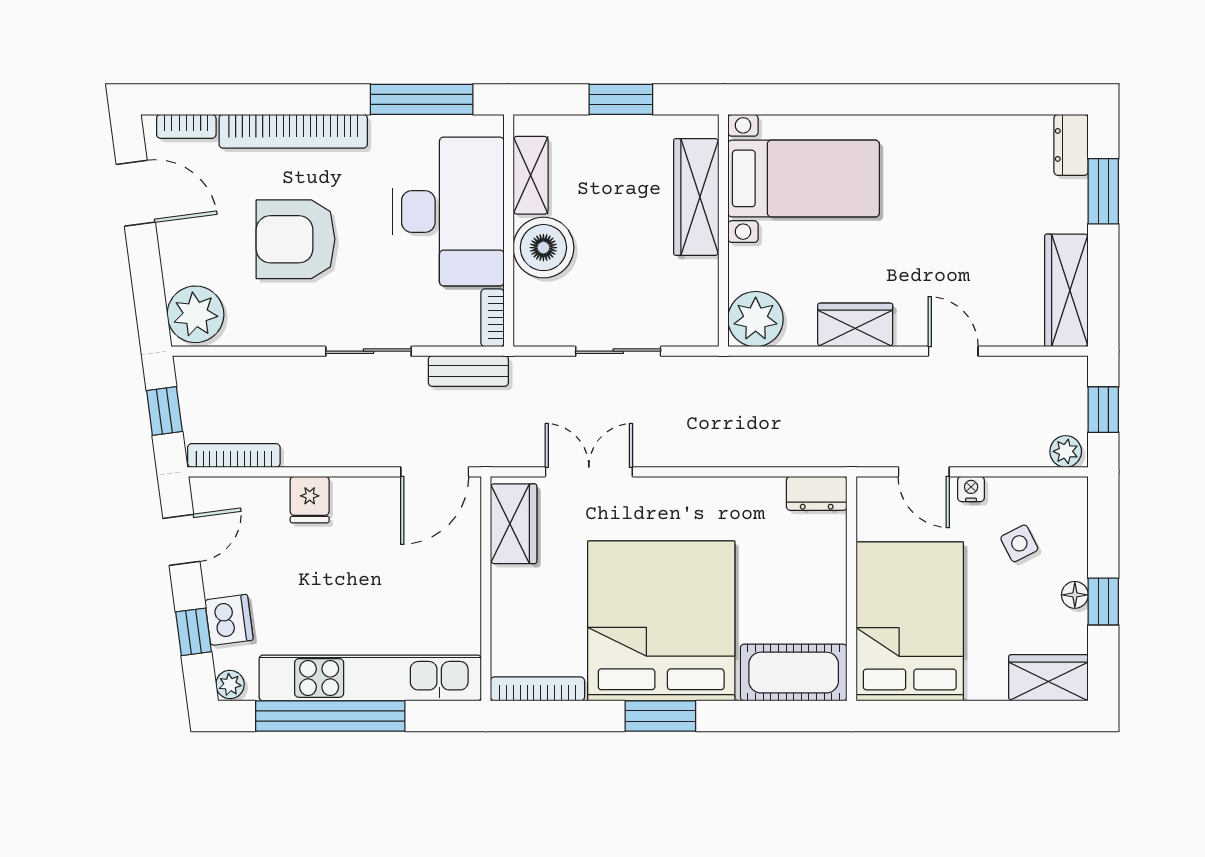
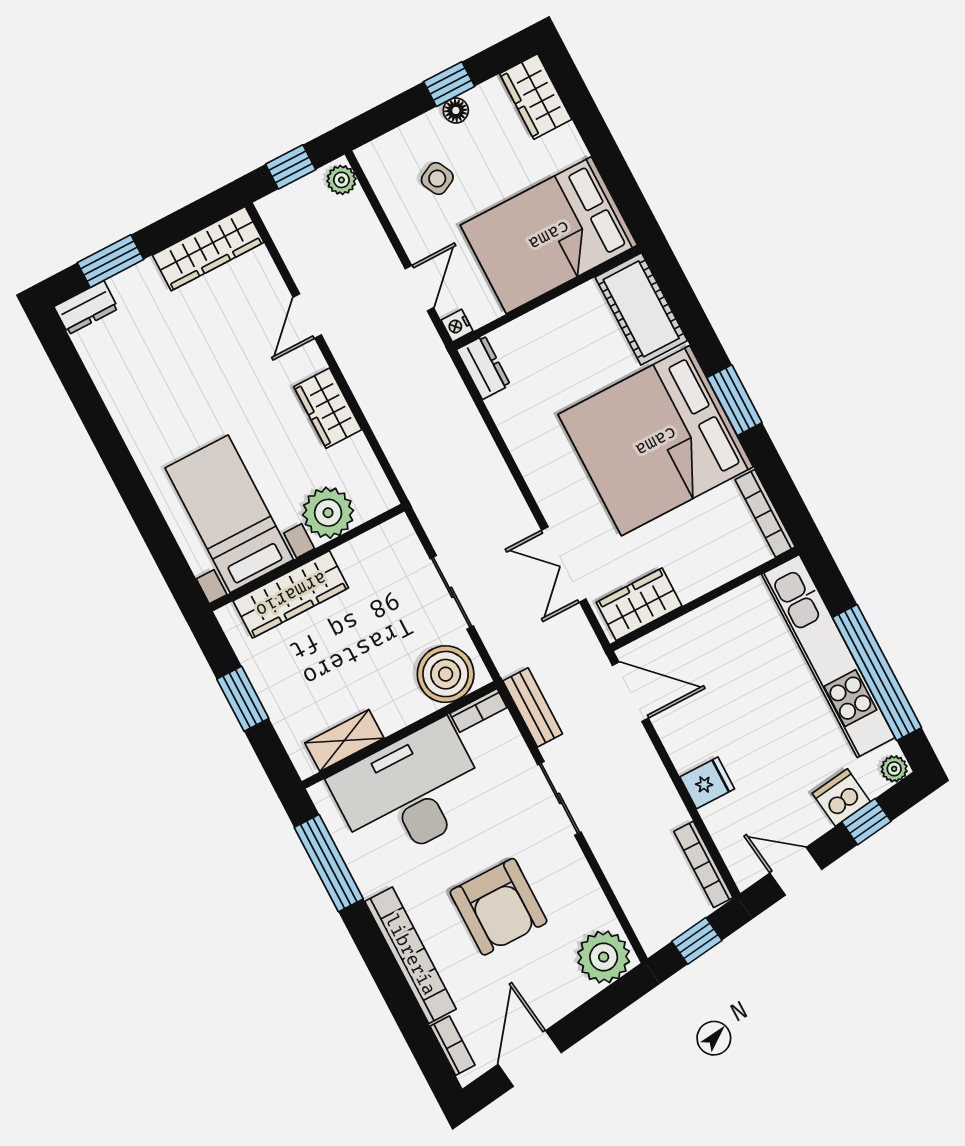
boiler: (543, 248) -> (446, 674), moved
plant: (756, 319) -> (328, 513), moved
nightstand: (971, 489) -> (457, 326), moved

